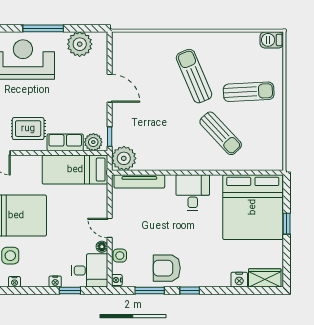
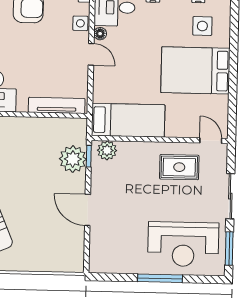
plant: (80, 44) -> (120, 260), removed
row of seats: (65, 142) -> (138, 151), removed
plant: (124, 158) -> (73, 159), moved

